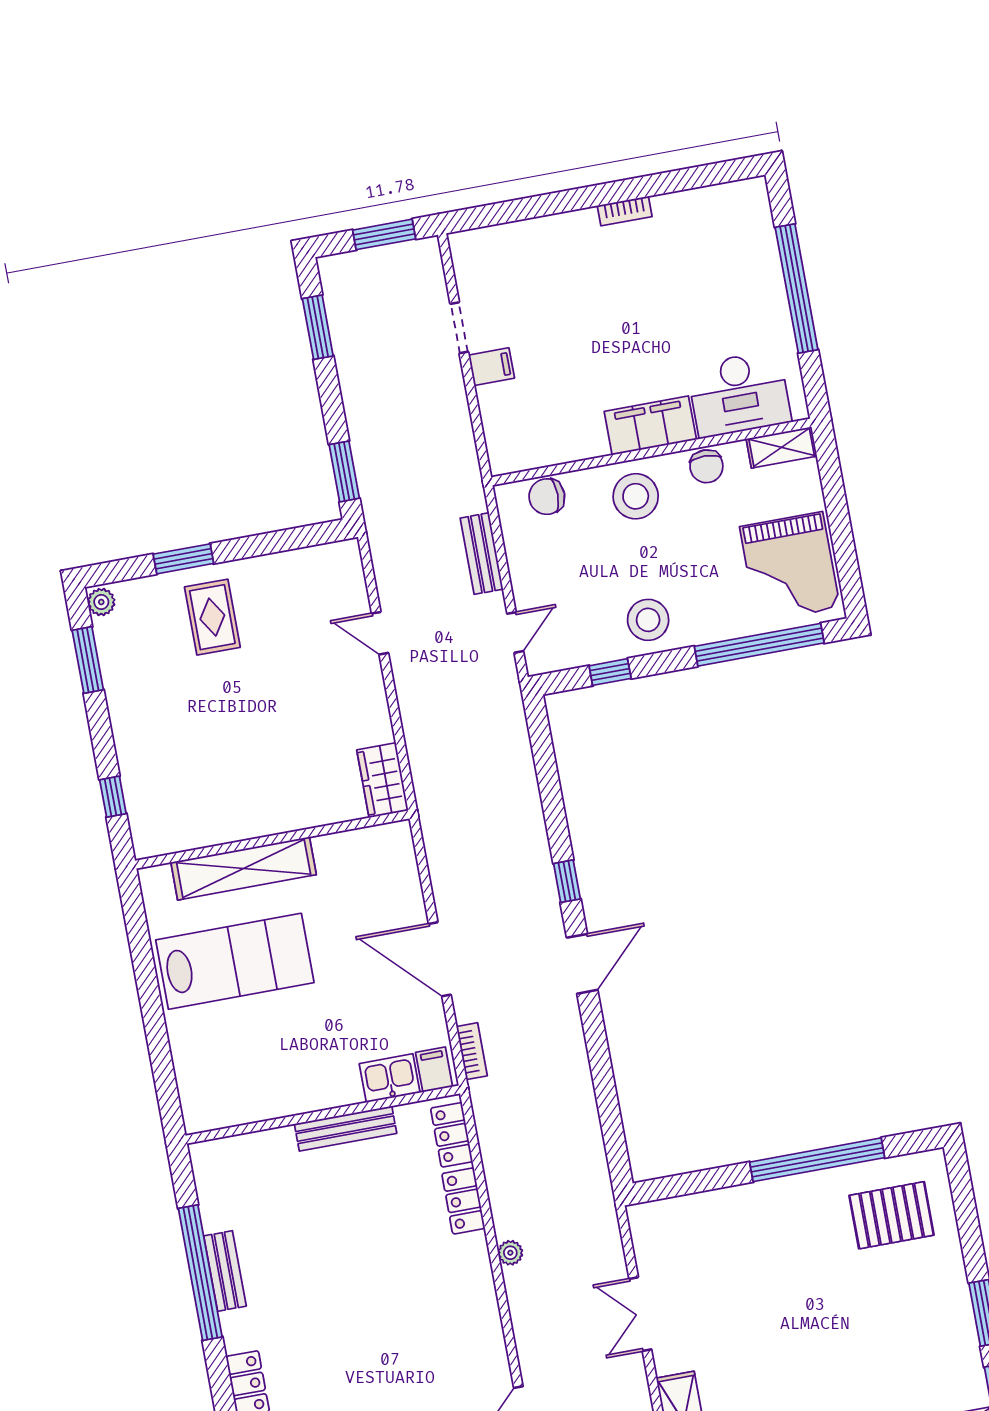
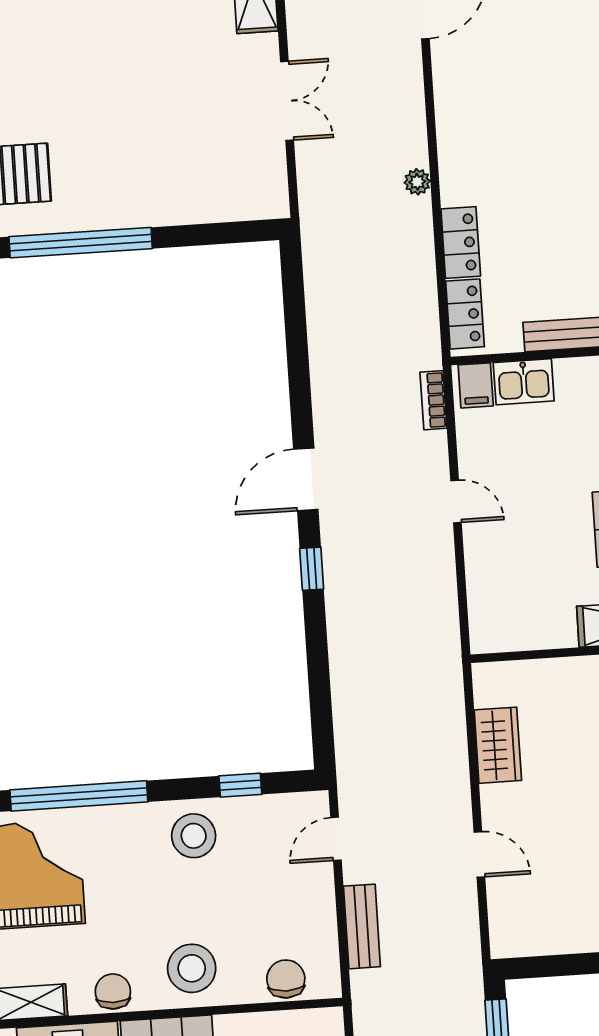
chair: (547, 497) -> (286, 979), turned -90
wardrobe: (383, 780) -> (498, 745), moved
door: (440, 959) -> (456, 502), width x0.53

